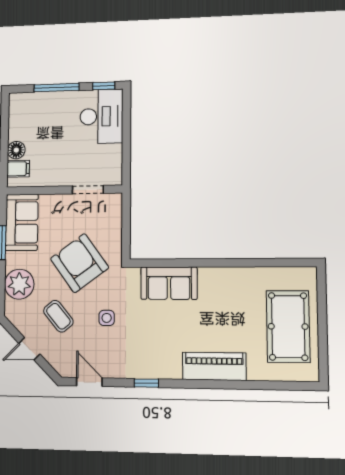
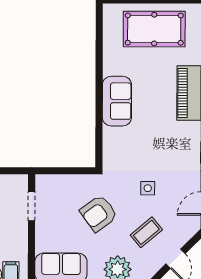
armchair: (80, 263) -> (99, 213), width x0.73, depth x0.73
sofa: (169, 283) -> (117, 101), moved

